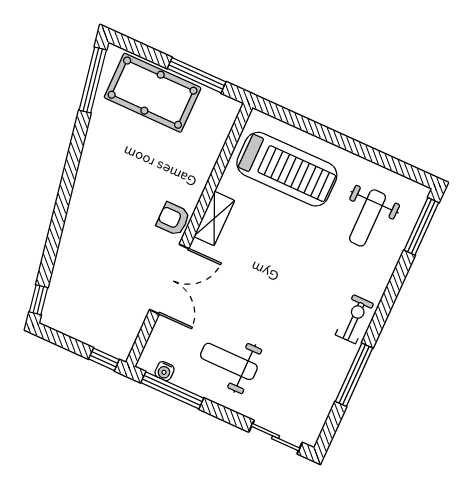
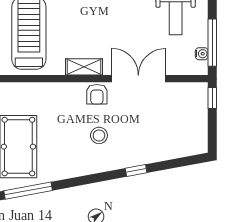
stool: (121, 198) -> (99, 135), added
window: (38, 300) -> (136, 171), moved

